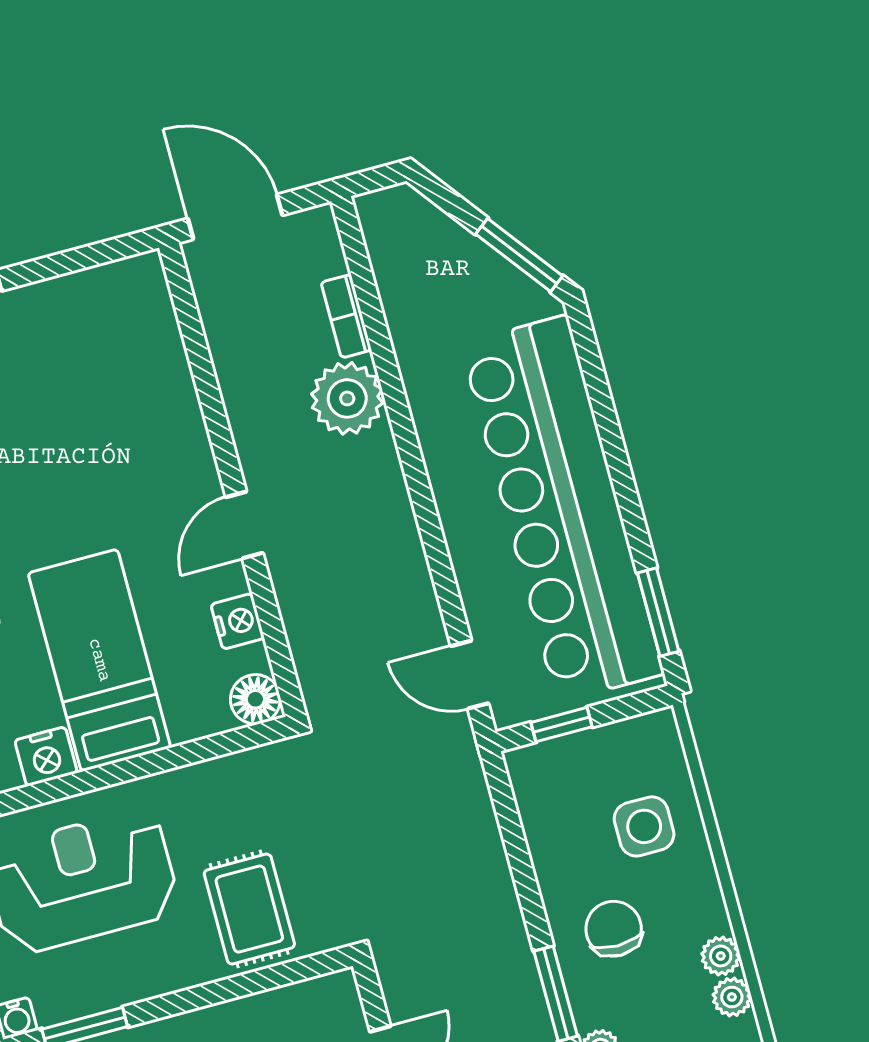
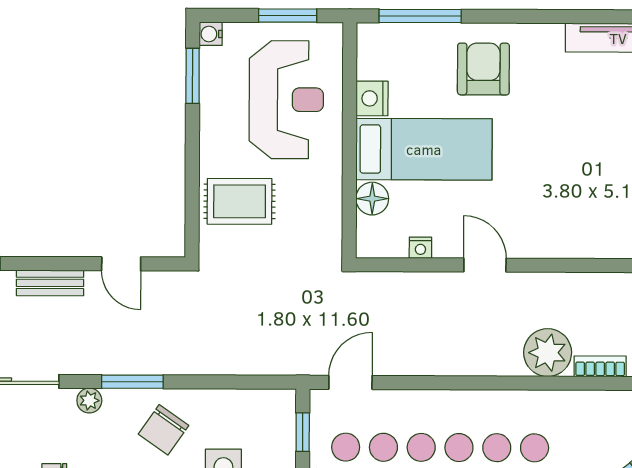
nightstand: (238, 621) -> (420, 248), width x0.72, depth x0.74
floor lamp: (255, 699) -> (372, 199), moved
chair: (614, 929) -> (164, 430), turned 125

